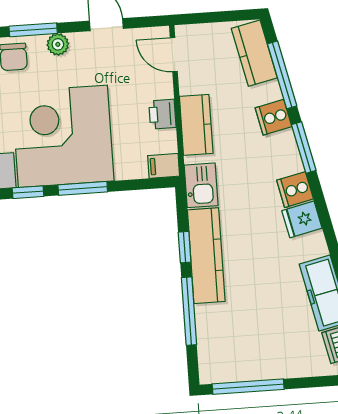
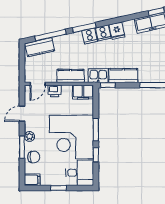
printer: (162, 114) -> (55, 91), moved
cooker: (274, 117) -> (90, 36), moved
filing cabinet: (164, 166) -> (83, 92), width x2.00
window: (185, 247) -> (108, 85), moved
kitchen counter: (206, 256) -> (123, 76), width x0.67

